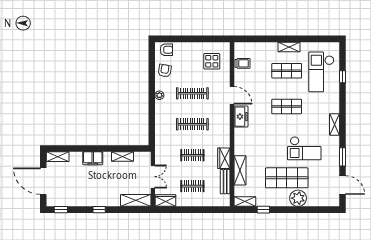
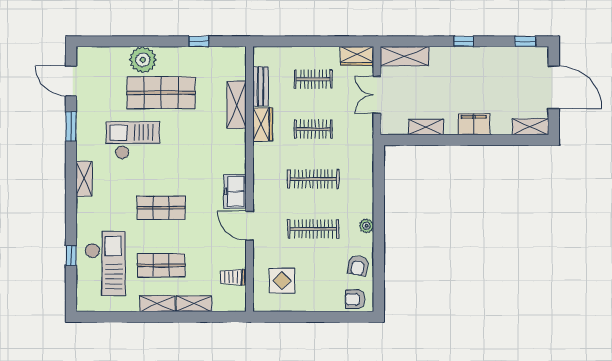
shelving: (245, 202) -> (194, 304), moved

